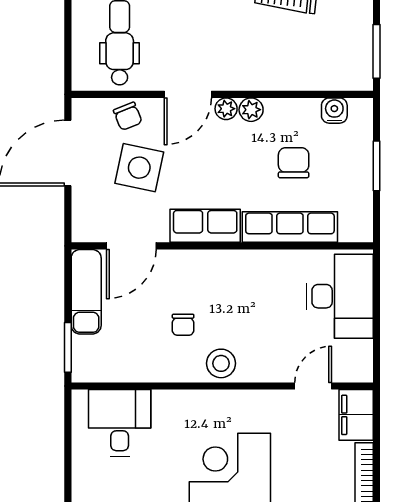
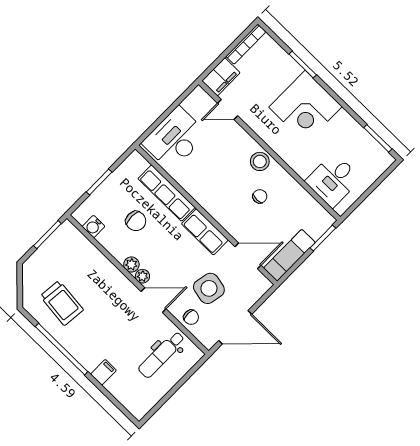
chair: (128, 116) -> (191, 317), turned 112
chair: (294, 163) -> (136, 221), turned -90

